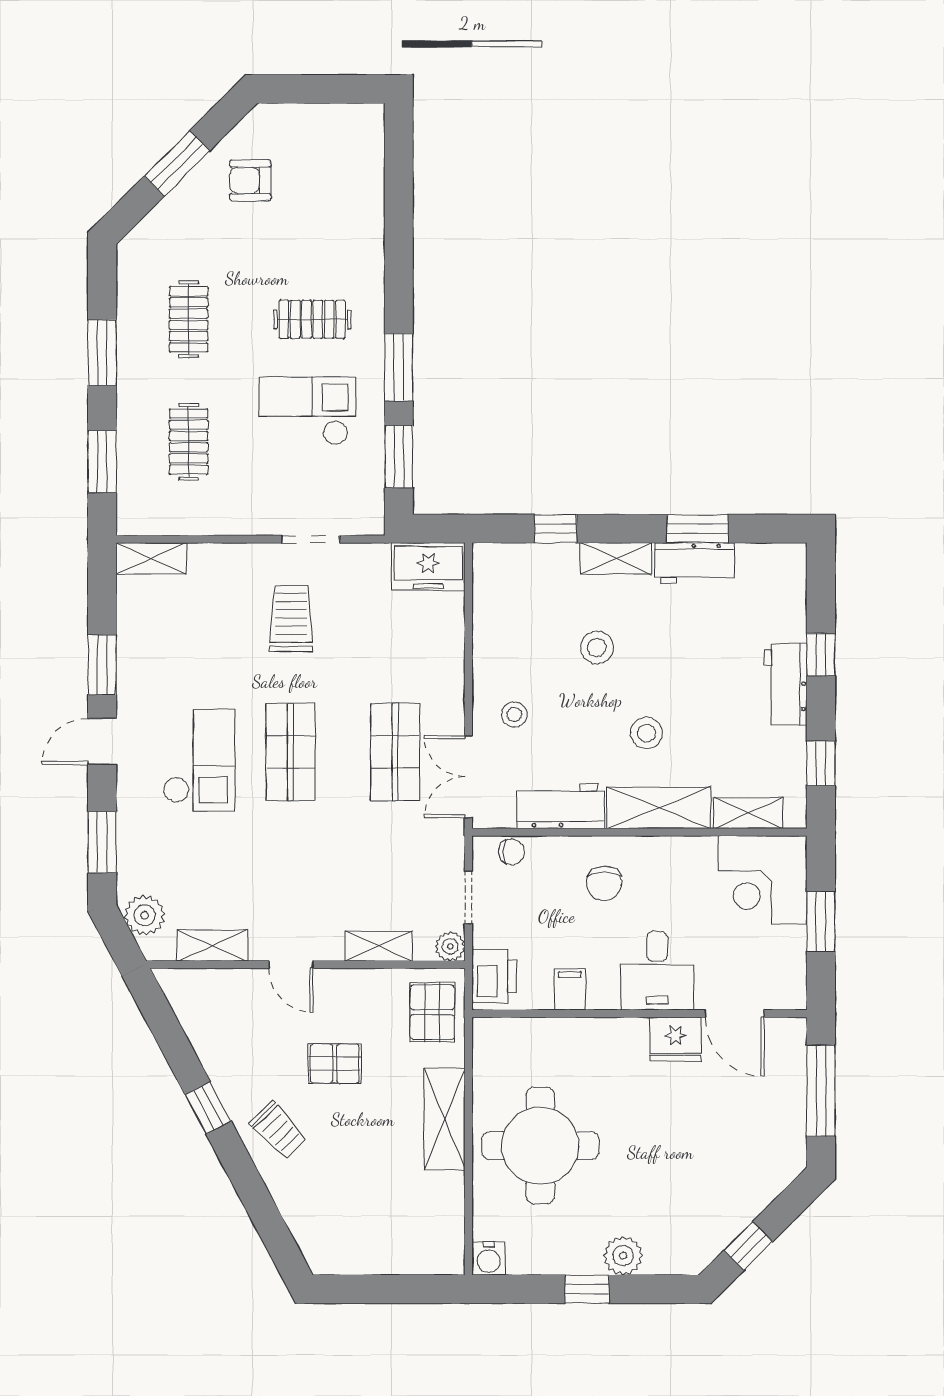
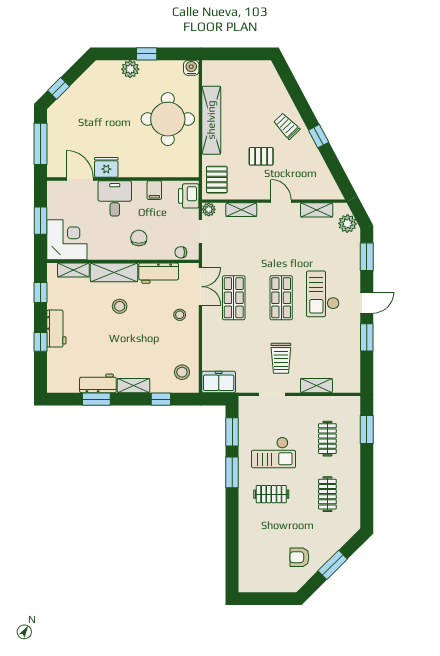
armchair: (250, 180) -> (299, 557), turned 180
window: (102, 353) -> (367, 479), removed
shelving: (151, 558) -> (316, 386), moved
stool: (597, 647) -> (182, 372), moved
shelving: (445, 1119) -> (211, 120), width x1.47
window: (748, 1246) -> (59, 88), moved

